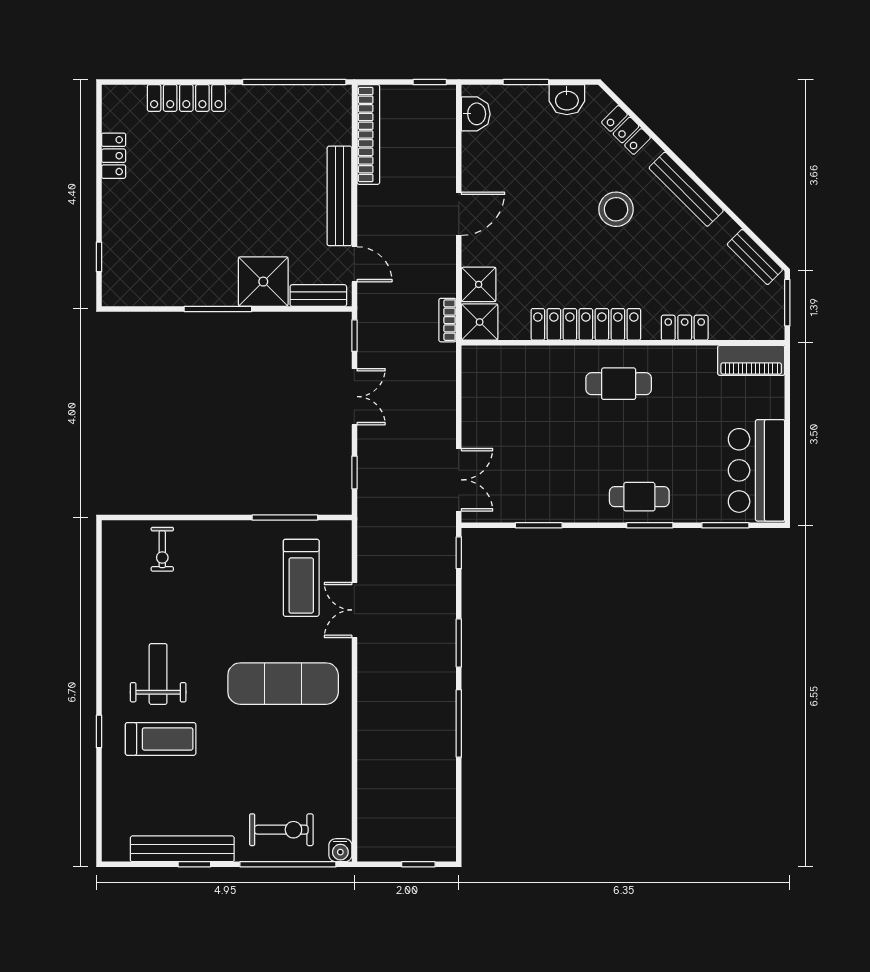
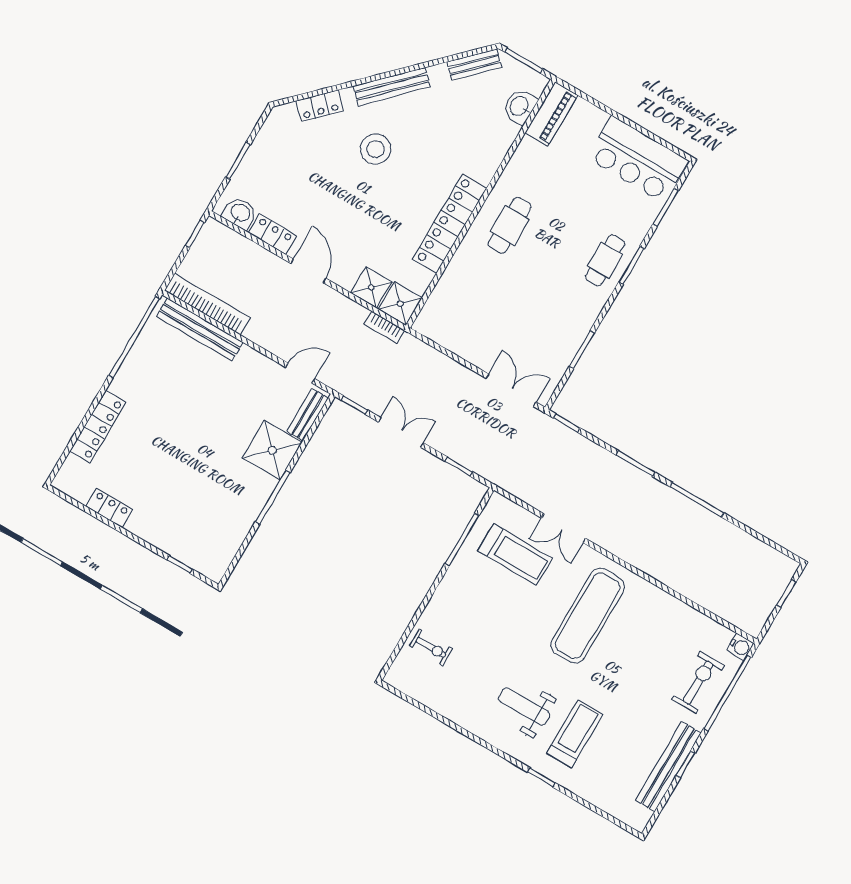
washbasin: (567, 100) -> (520, 106), moved, turned 180
bench: (339, 196) -> (200, 329), moved
locker: (685, 328) -> (272, 234), moved, turned 90

